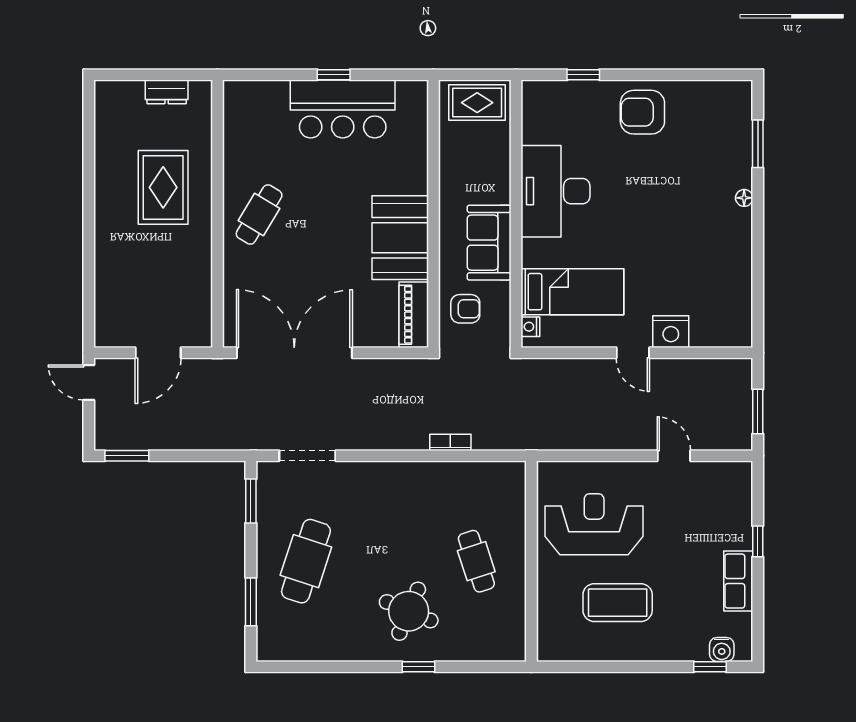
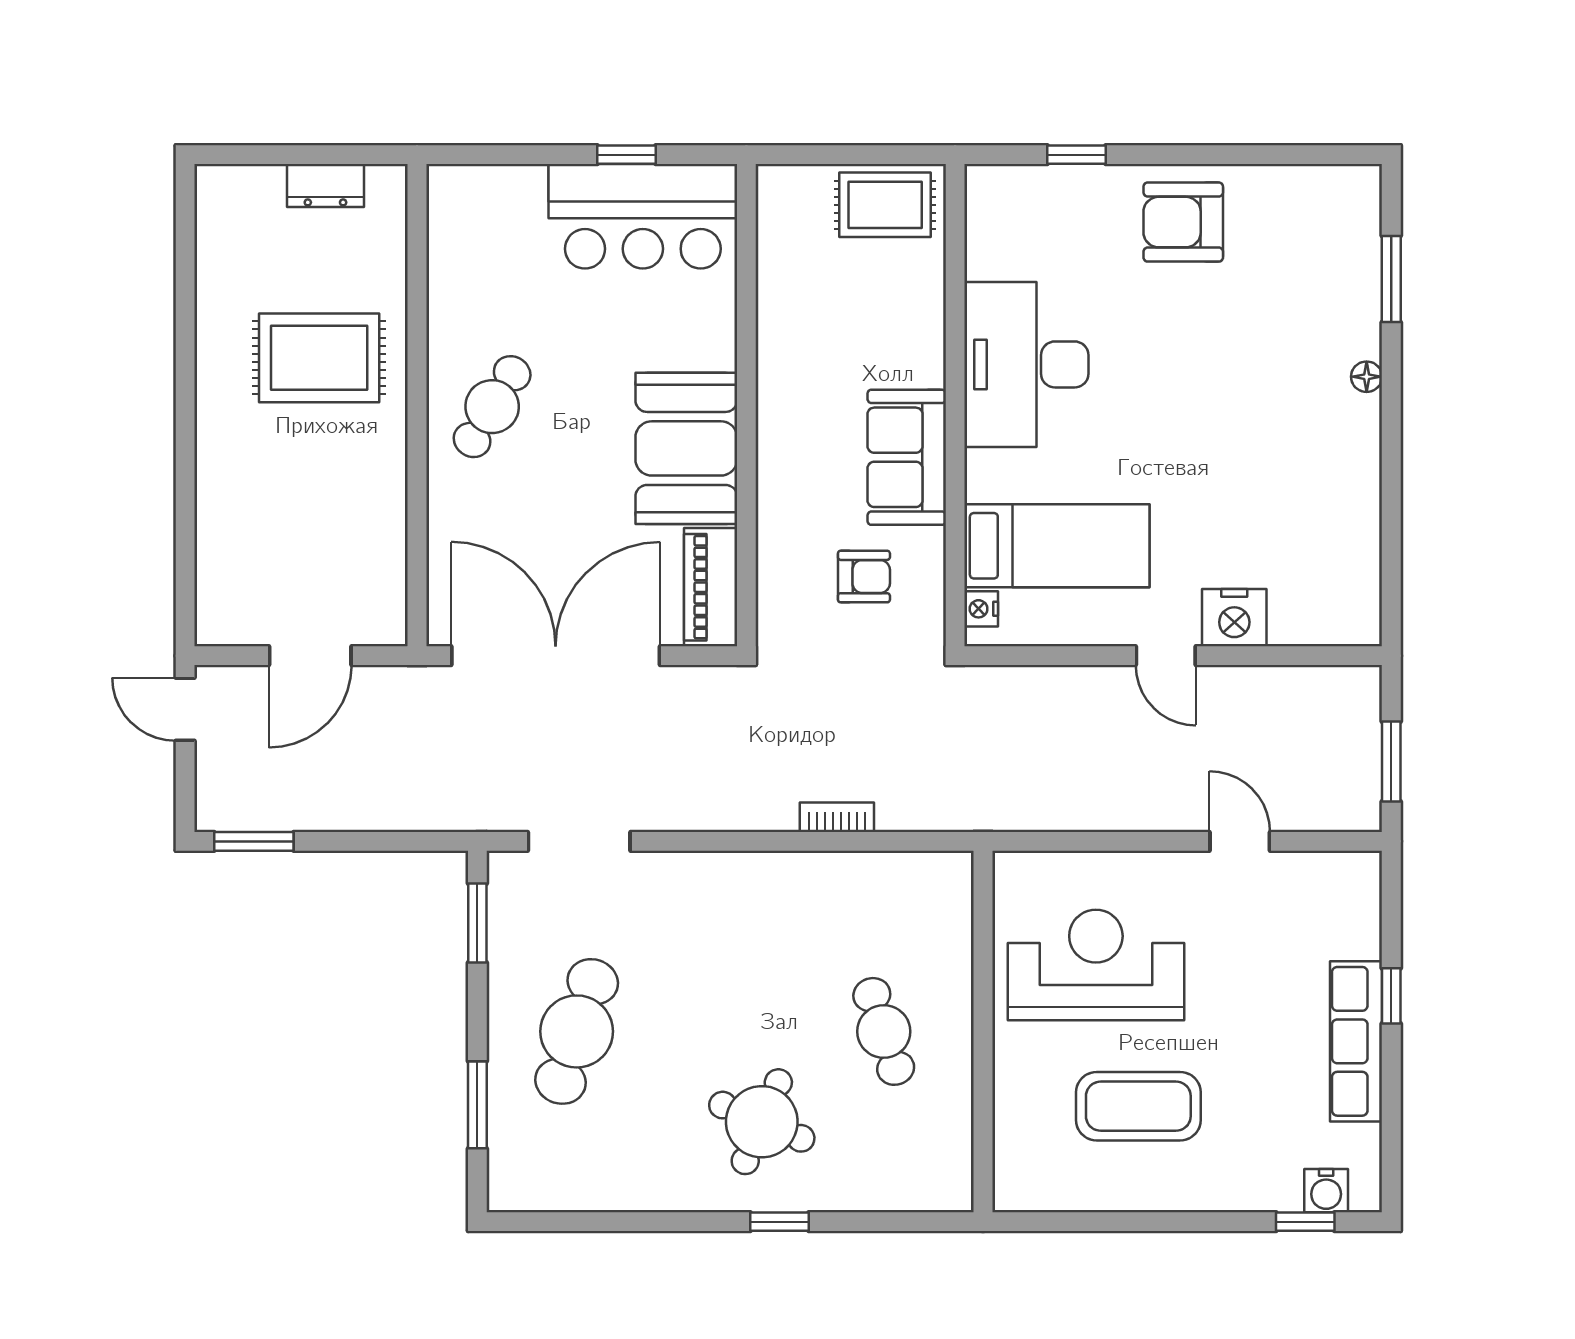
rug: (163, 187) -> (319, 358), turned 90
wall: (434, 214) -> (746, 405), moved
booth: (400, 238) -> (686, 448), moved
piano: (414, 315) -> (711, 587), moved
row of seats: (738, 581) -> (1356, 1041), width x1.48

